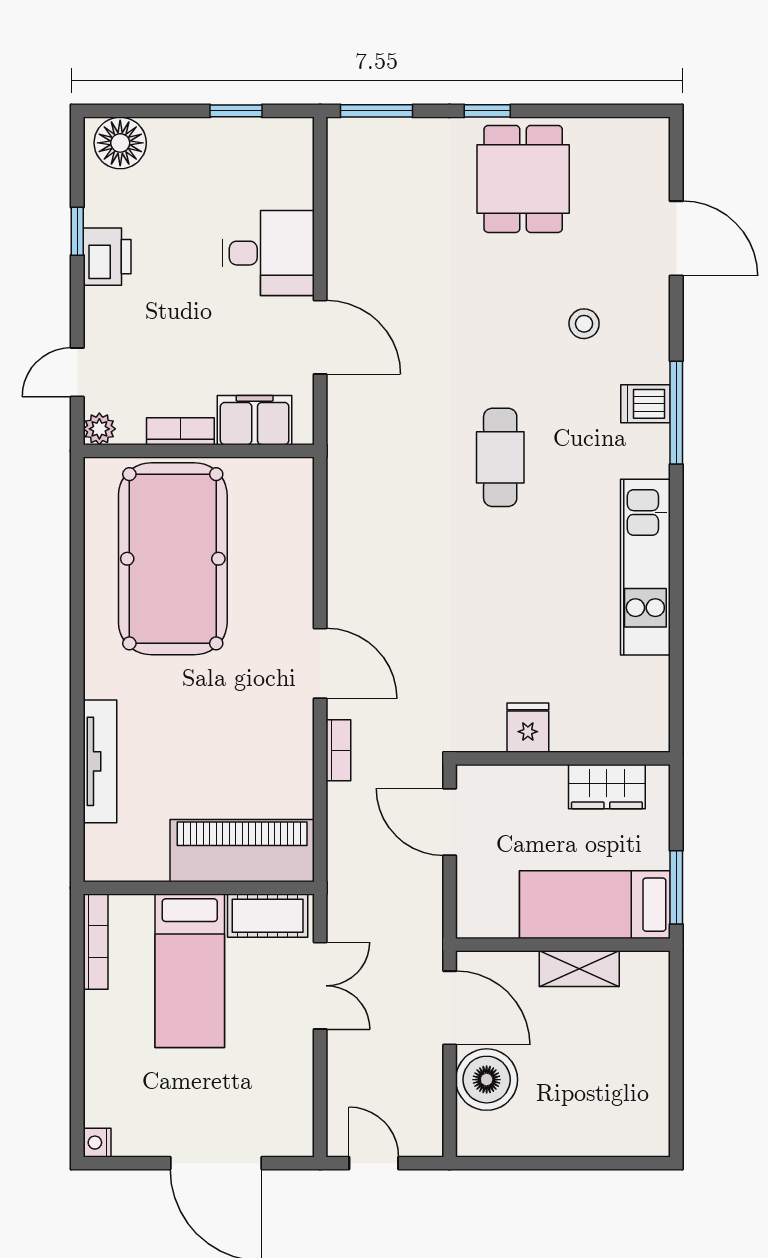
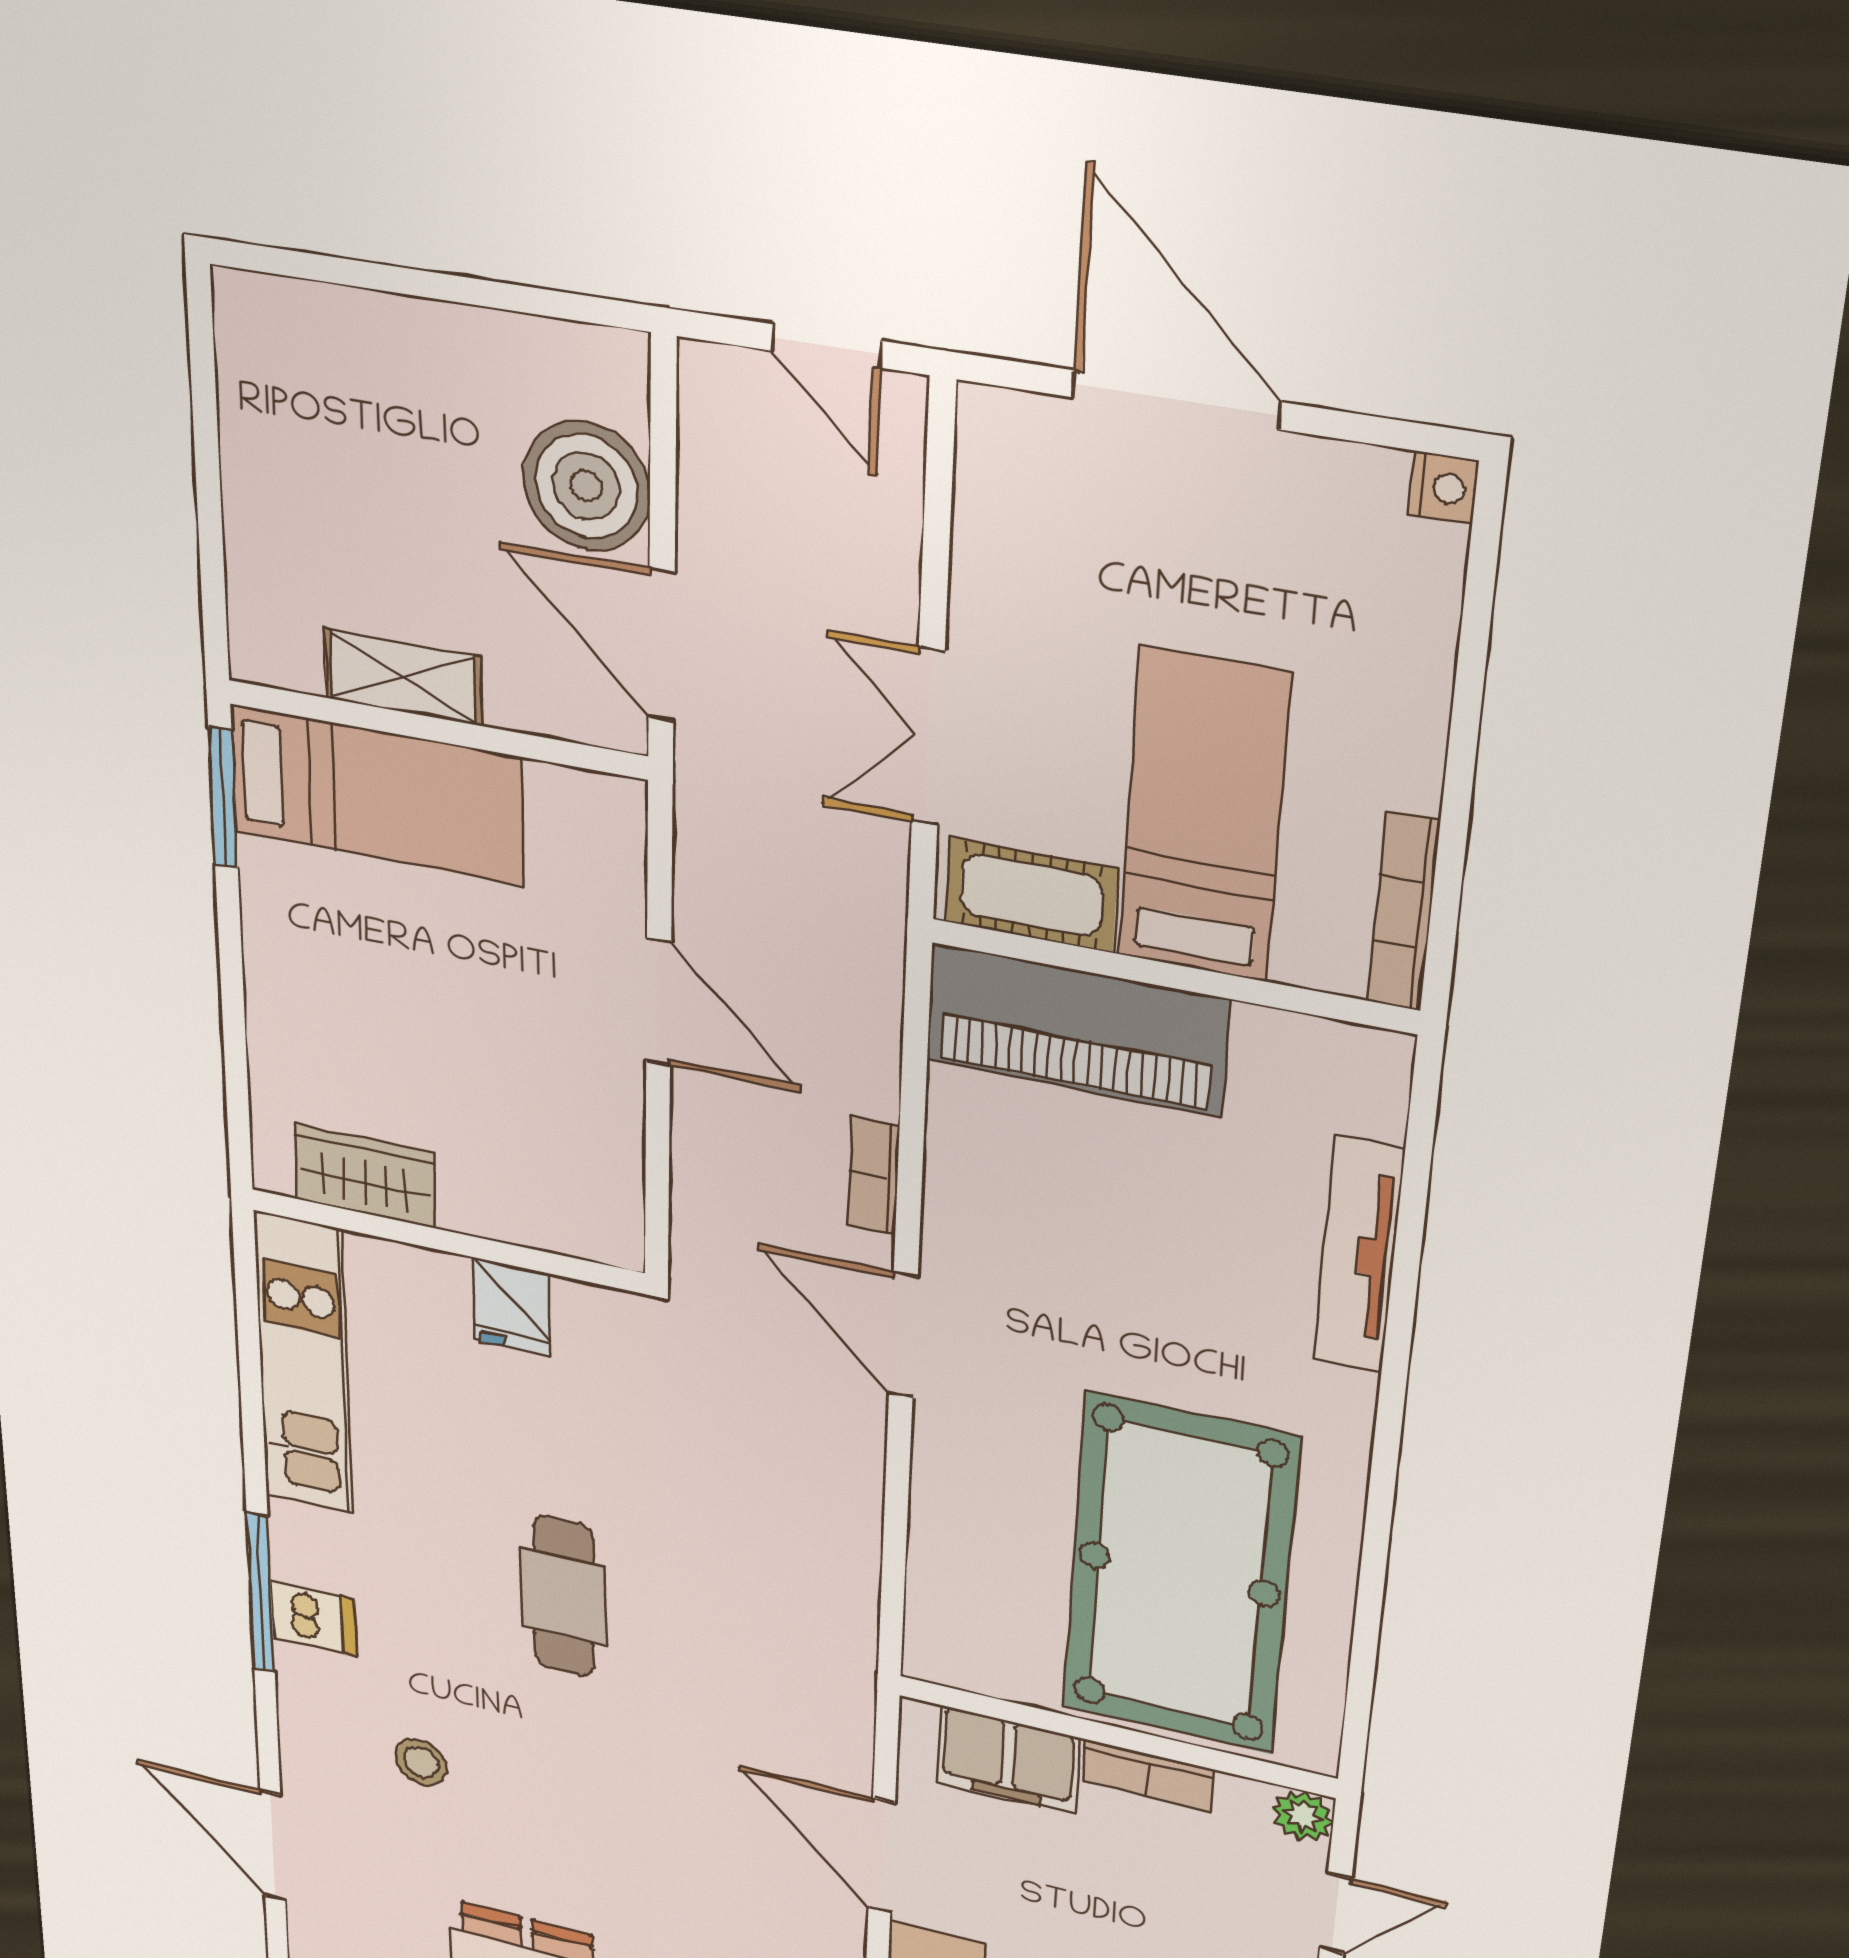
fridge: (528, 728) -> (512, 1307), moved
wall: (563, 758) -> (446, 1241), moved
wardrobe: (607, 787) -> (365, 1176), moved

